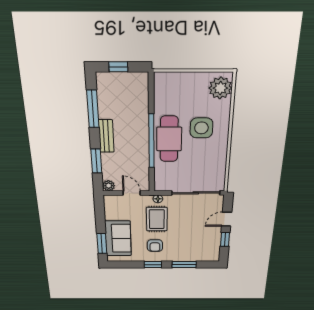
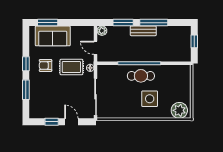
window: (93, 109) -> (154, 23), moved
cafe table: (169, 139) -> (141, 76), width x0.73, depth x0.74
door: (132, 193) -> (96, 48), swing flipped

